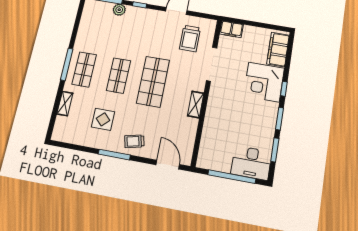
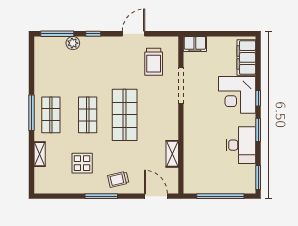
shelving: (196, 104) -> (172, 154), moved
window: (275, 150) -> (258, 178), moved
desk: (251, 163) -> (241, 145), moved, turned -90

